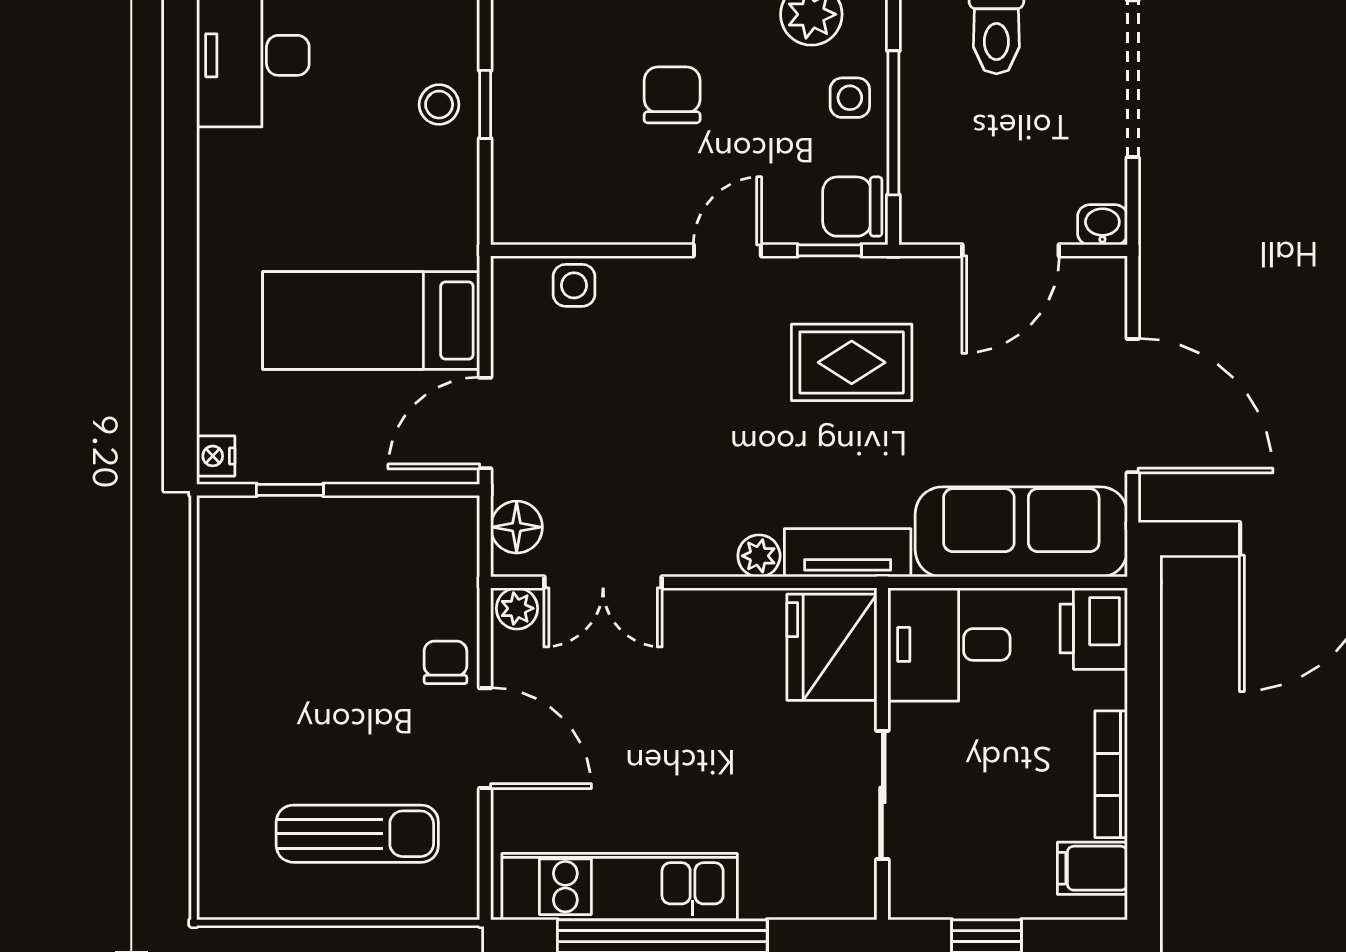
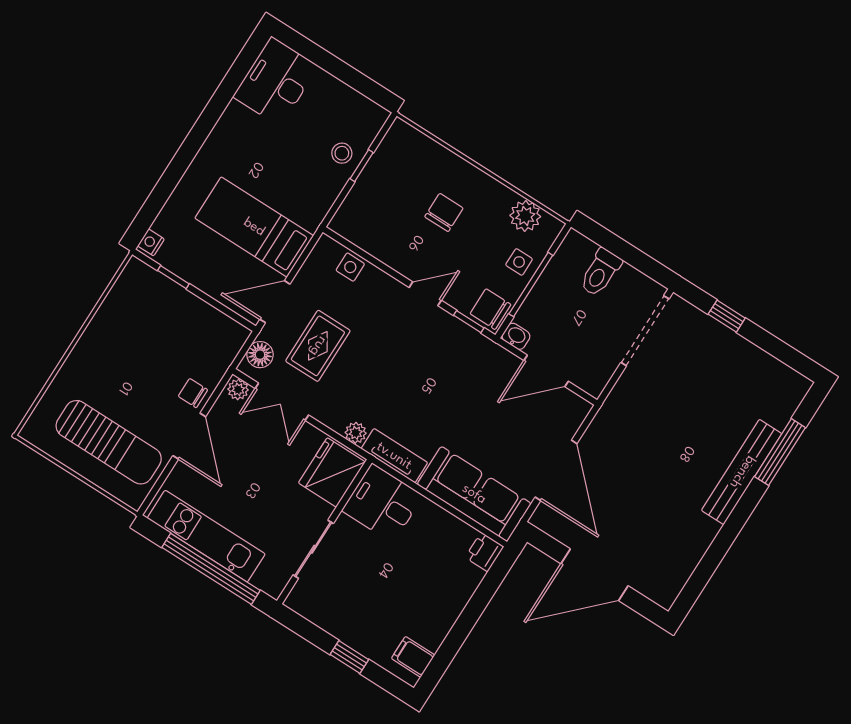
washbasin: (1102, 225) -> (516, 336), moved
rug: (852, 362) -> (318, 346), moved, turned 90
printer: (1094, 629) -> (485, 552), width x0.73, depth x0.81
desk: (949, 644) -> (382, 503), moved
fridge: (832, 647) -> (332, 472), moved
chair: (445, 662) -> (193, 393), turned -90
wall: (882, 754) -> (324, 532), moved
bookcase: (1111, 774) -> (447, 622), removed
sliding door: (882, 795) -> (313, 549), moved
sun lounger: (357, 834) -> (109, 442), width x1.36, depth x1.34

